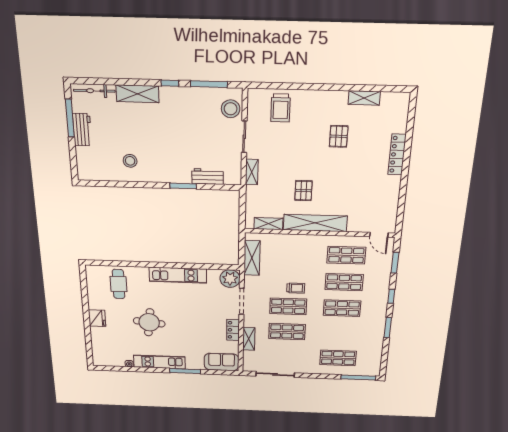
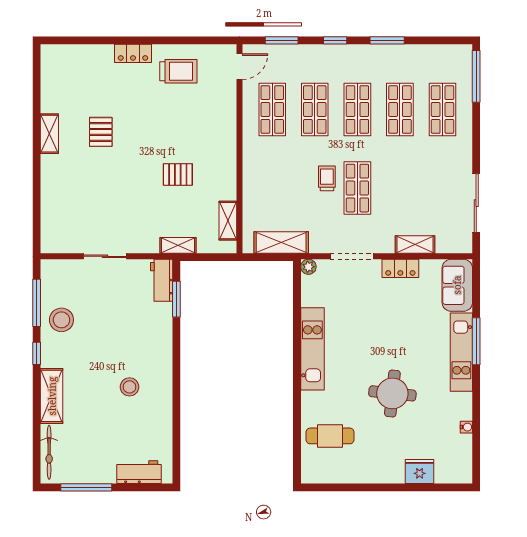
shelving: (364, 98) -> (49, 134), moved
trolley: (281, 108) -> (178, 71), moved
stool: (231, 109) -> (61, 320), moved
workbench: (82, 130) -> (139, 472), moved
pallet: (339, 136) -> (101, 132), turned 90
locker: (397, 155) -> (133, 53), width x0.66
stool: (130, 161) -> (130, 387), moved
shelving: (252, 172) -> (178, 245), moved
workbench: (208, 176) -> (162, 280), moved
window: (183, 186) -> (176, 299), moved
shelving: (315, 223) -> (225, 156), removed
plant: (230, 279) -> (308, 267), width x0.53, depth x0.53
fridge: (97, 318) -> (420, 471), moved
shop shelf: (287, 332) -> (400, 110), moved
kitchen unit: (159, 362) -> (461, 352), moved

